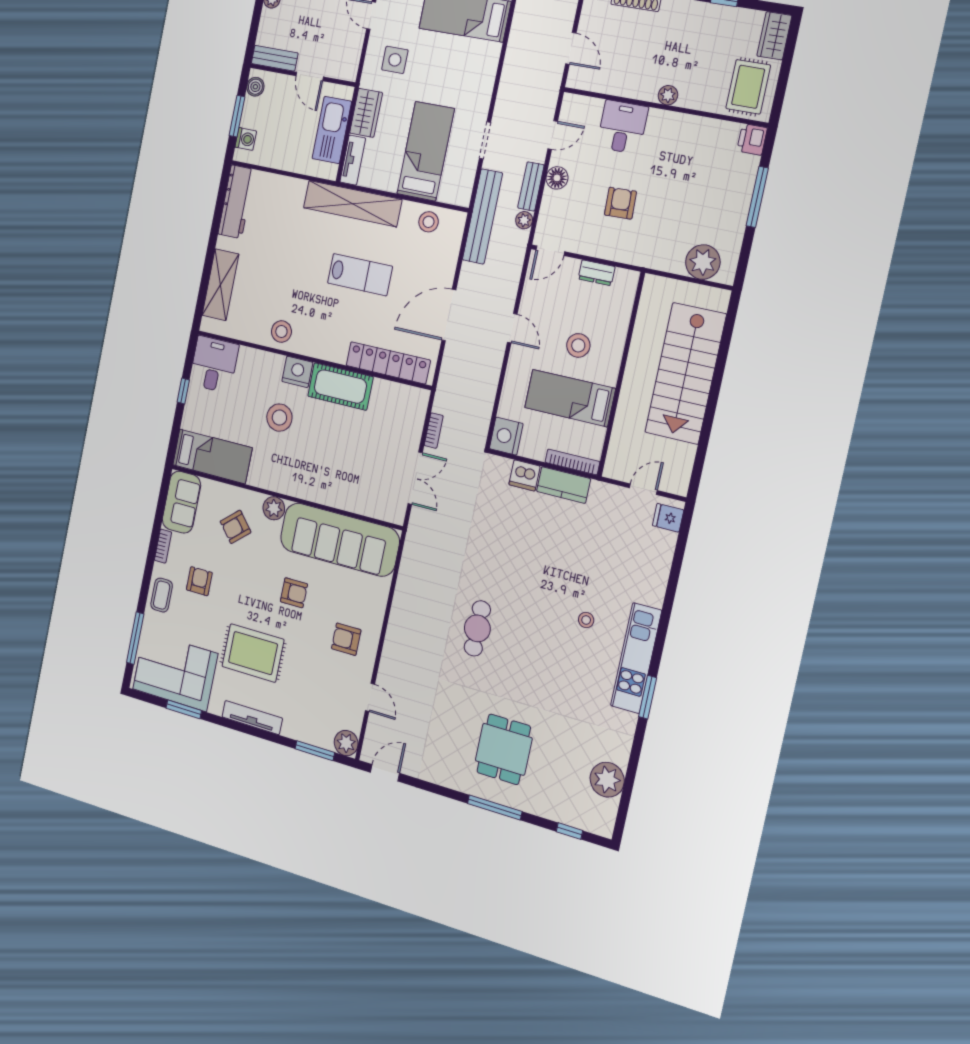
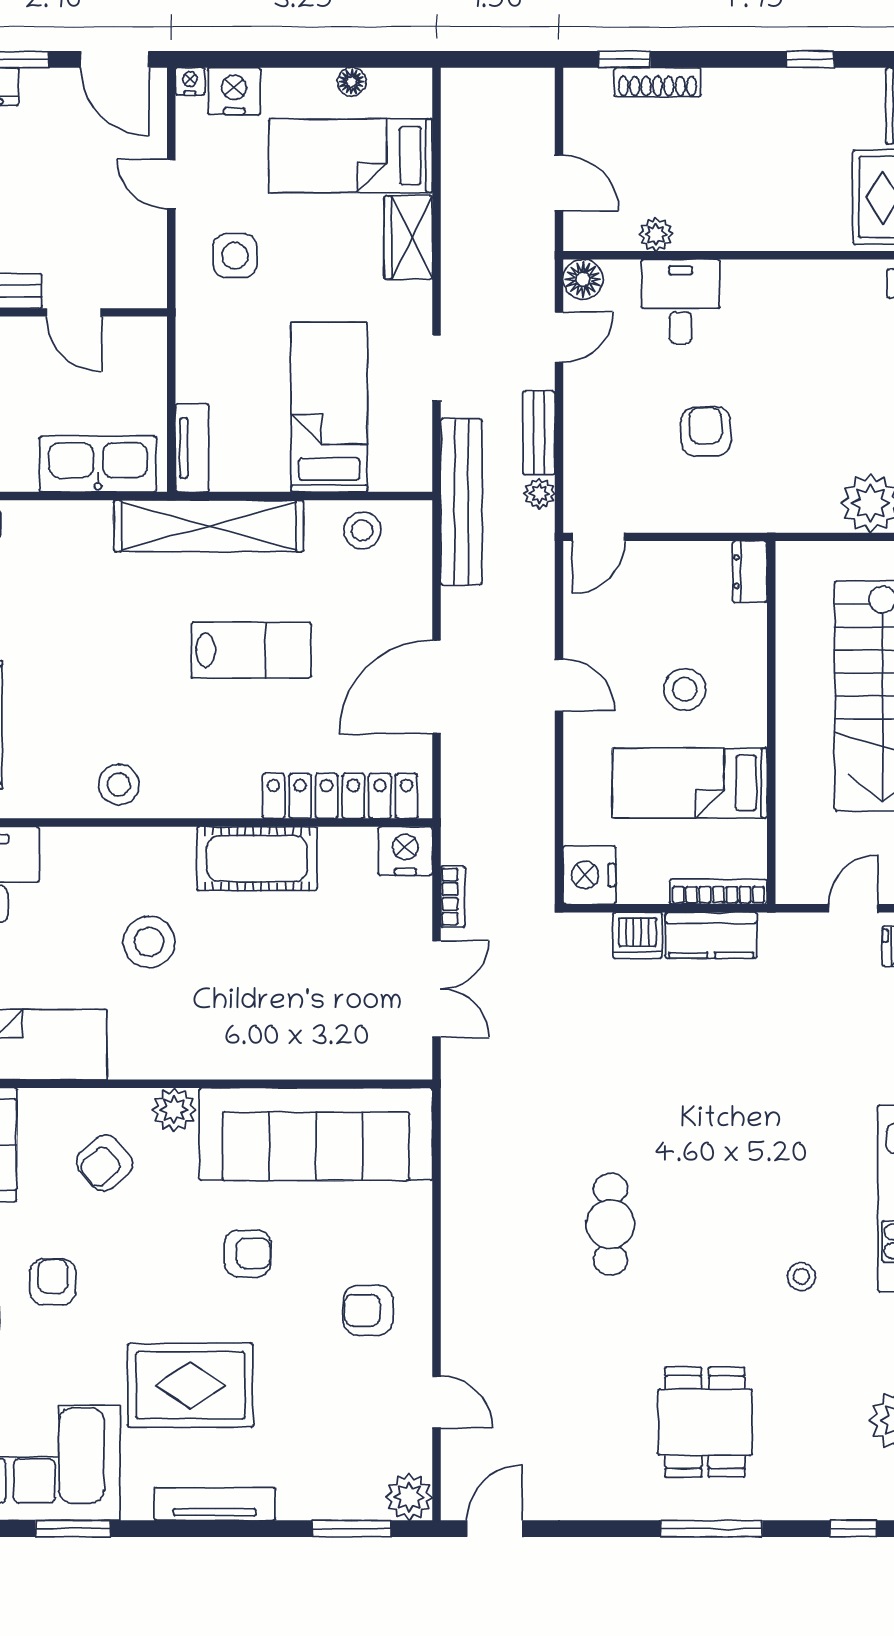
plant: (668, 95) -> (656, 234), moved
wardrobe: (366, 113) -> (408, 237), moved, turned 180
kitchen sink: (332, 130) -> (98, 464), moved, turned 90
floor lamp: (557, 178) -> (583, 279), moved
dresser: (597, 273) -> (750, 572), moved, turned 90
nightstand: (297, 372) -> (405, 851), moved
stool: (586, 620) -> (801, 1277), moved

